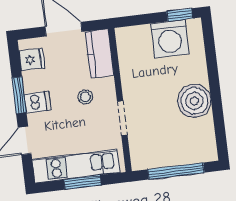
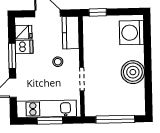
window: (180, 15) -> (98, 12), moved
washing machine: (170, 39) -> (132, 33), moved, turned 90
dishwasher: (38, 102) -> (24, 47), moved

